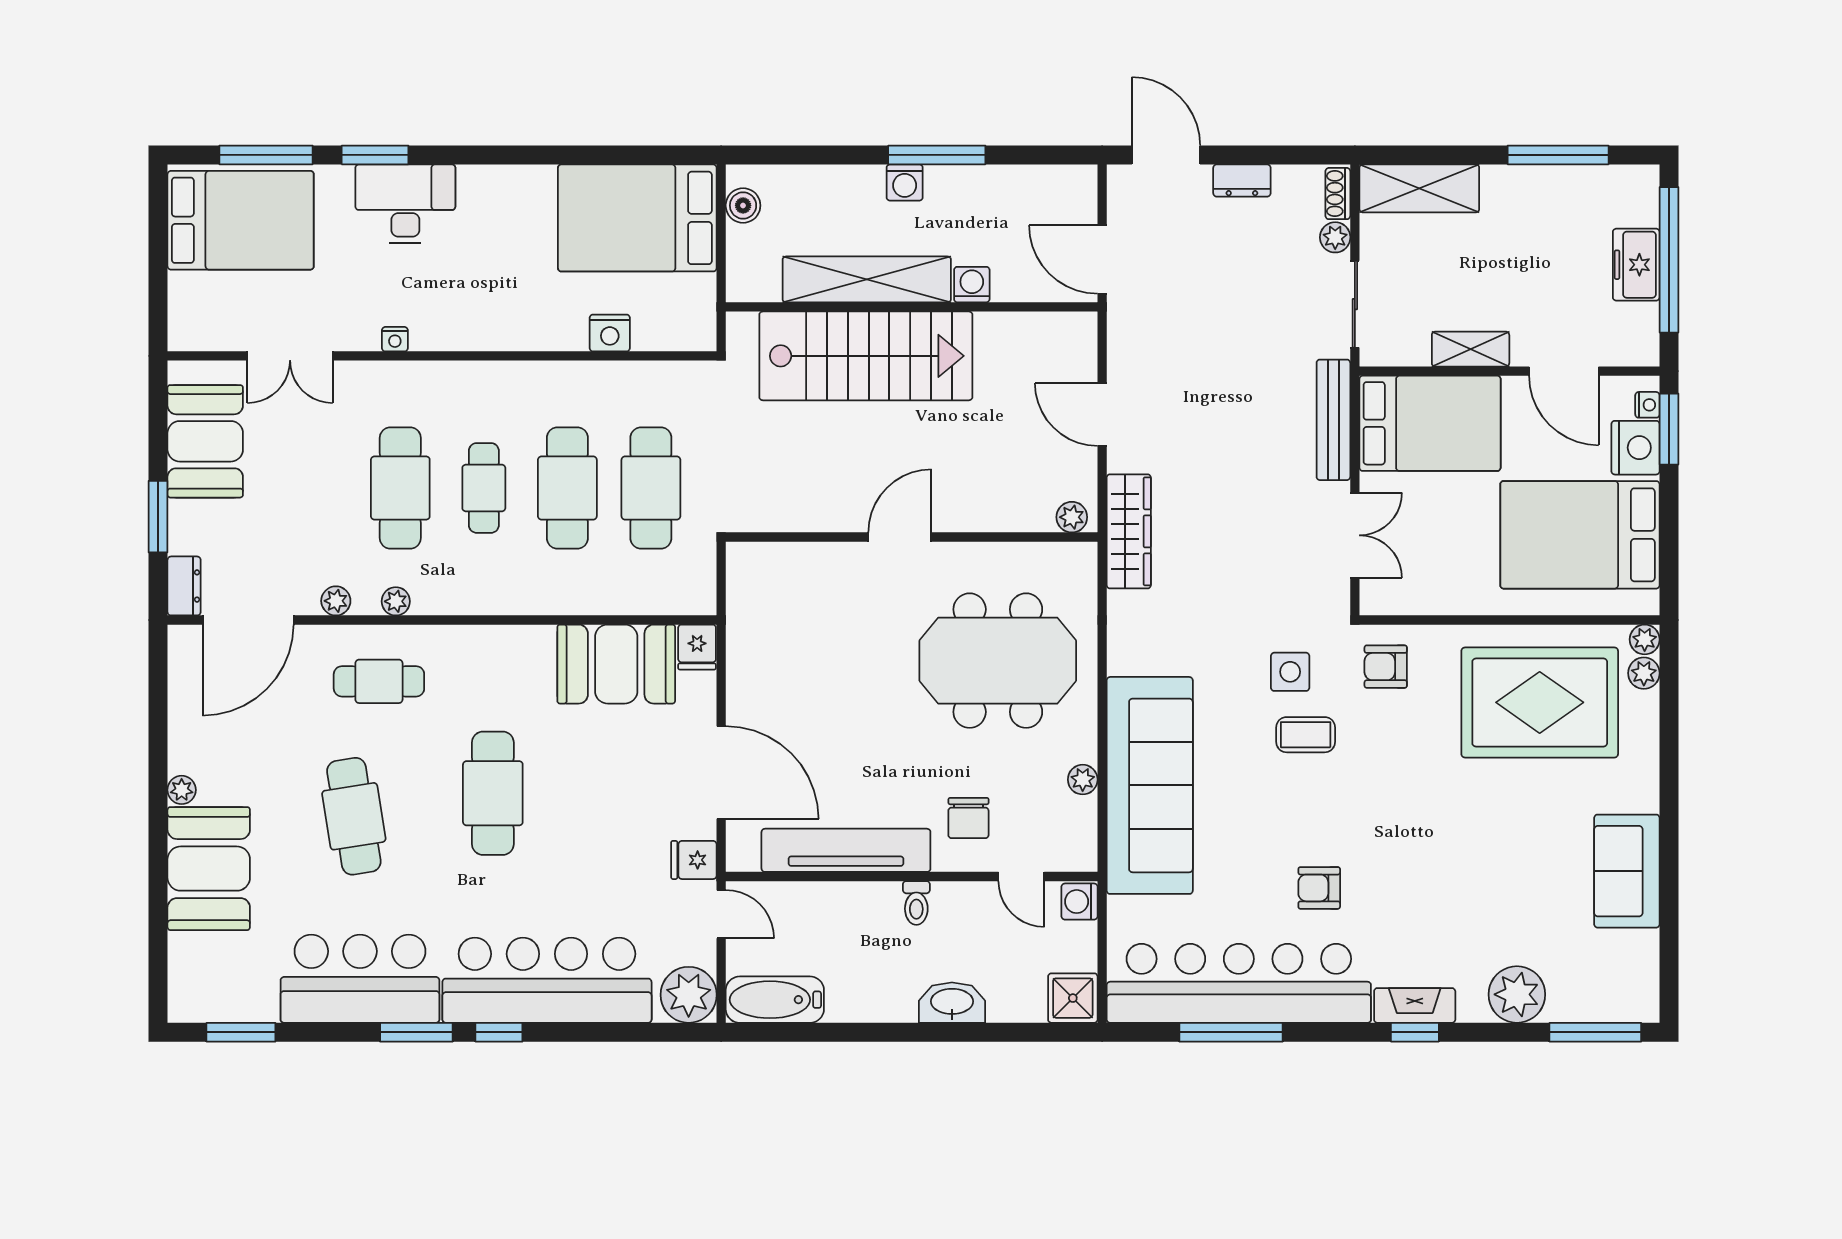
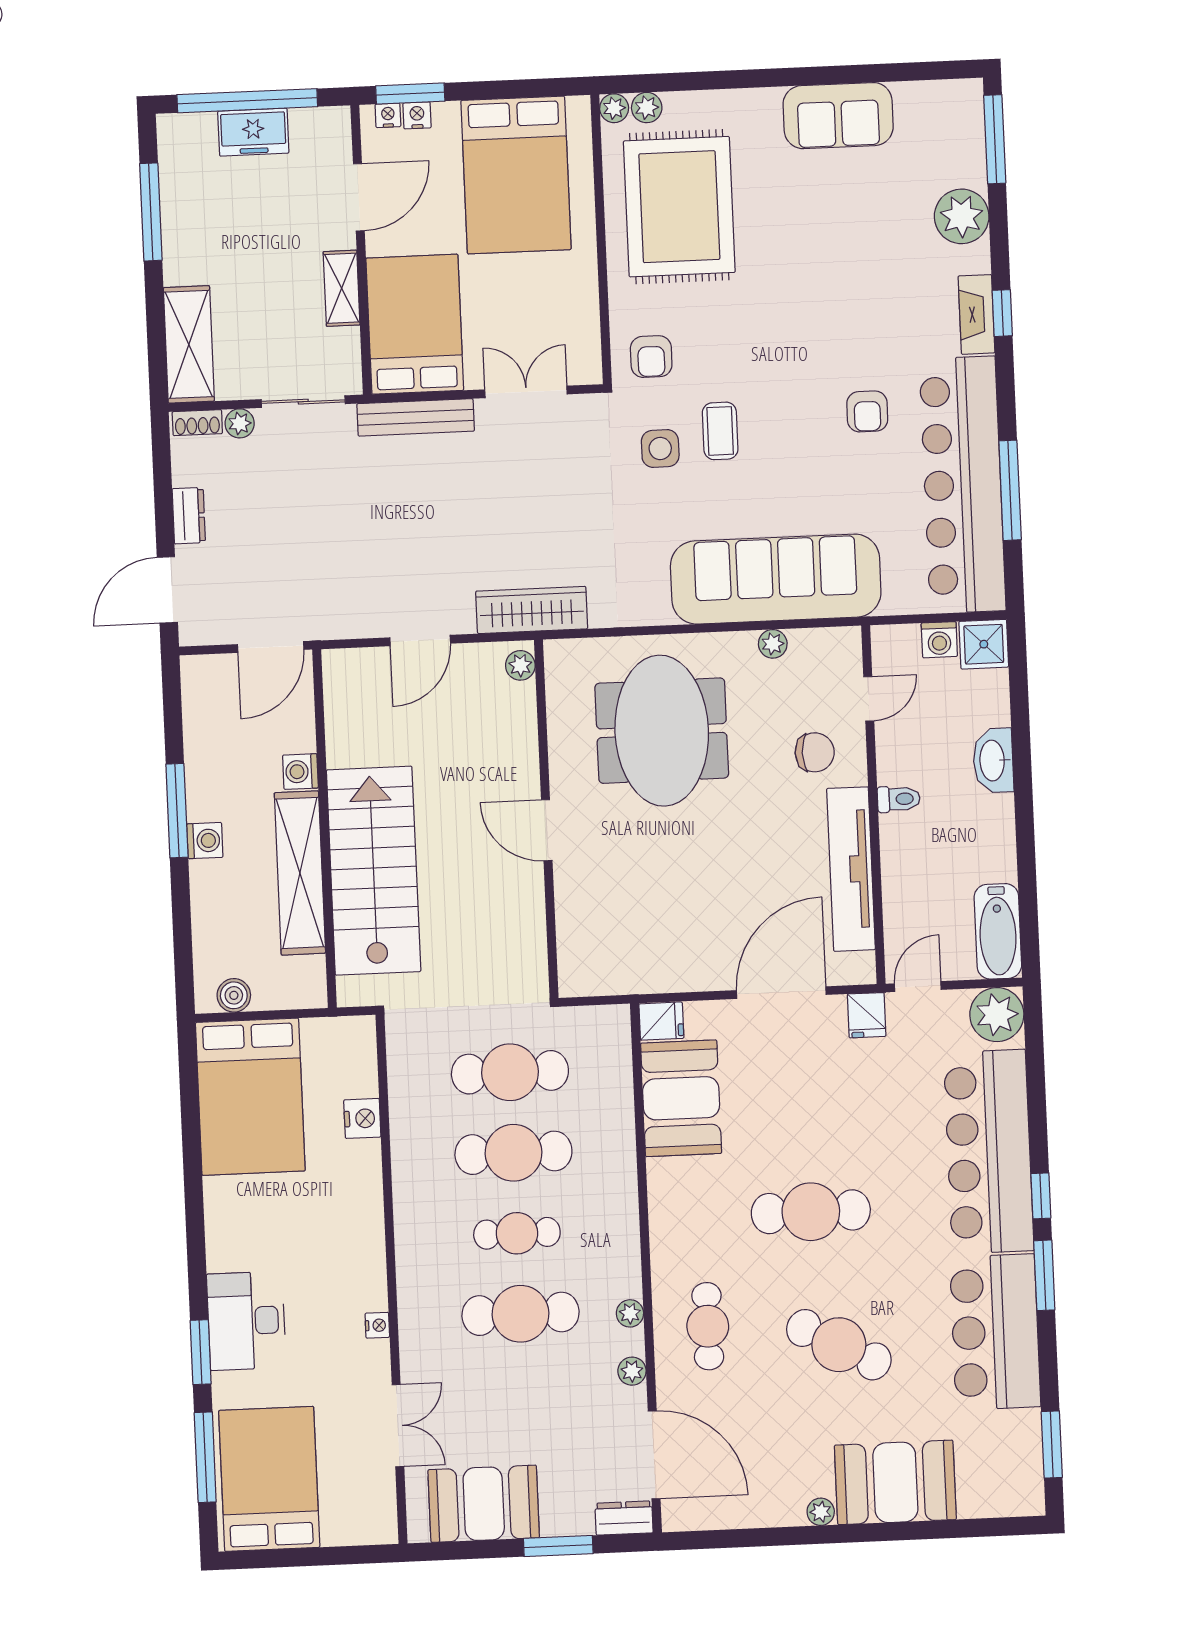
nightstand: (1635, 448) -> (417, 115), width x0.53, depth x0.56
cafe table: (354, 816) -> (839, 1345), turned 37
washing machine: (1079, 902) -> (939, 640), moved

